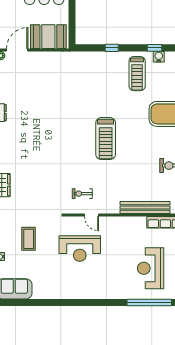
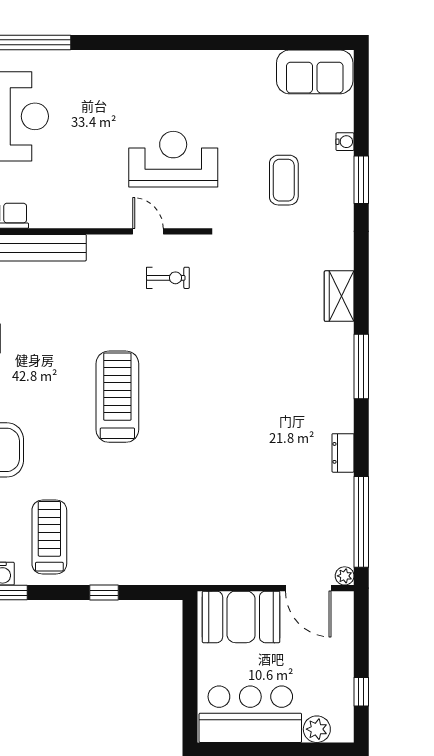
door: (17, 50) -> (308, 588), hinge flipped

